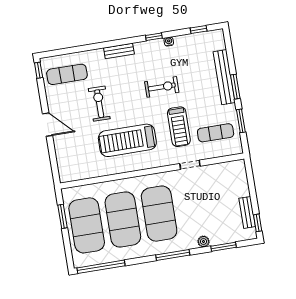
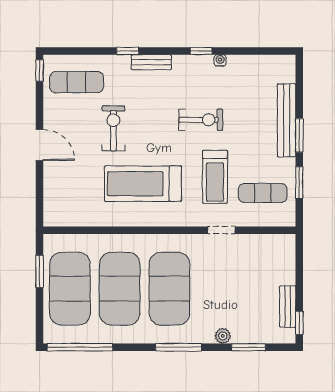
window: (199, 29) -> (128, 51), moved

